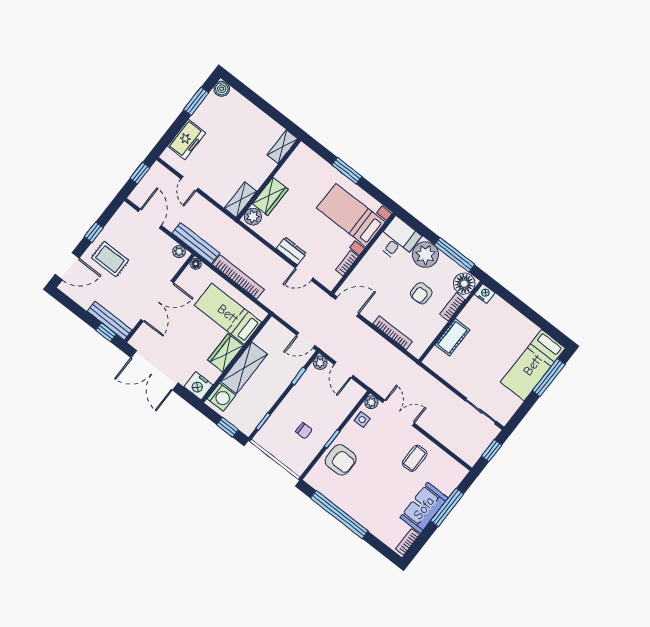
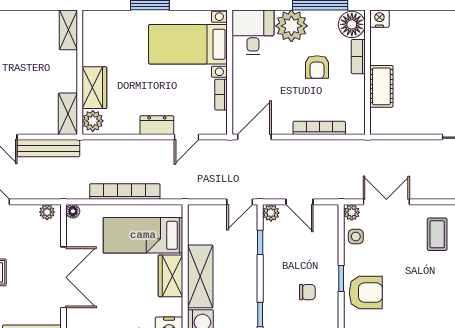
bench: (196, 243) -> (49, 148), moved

